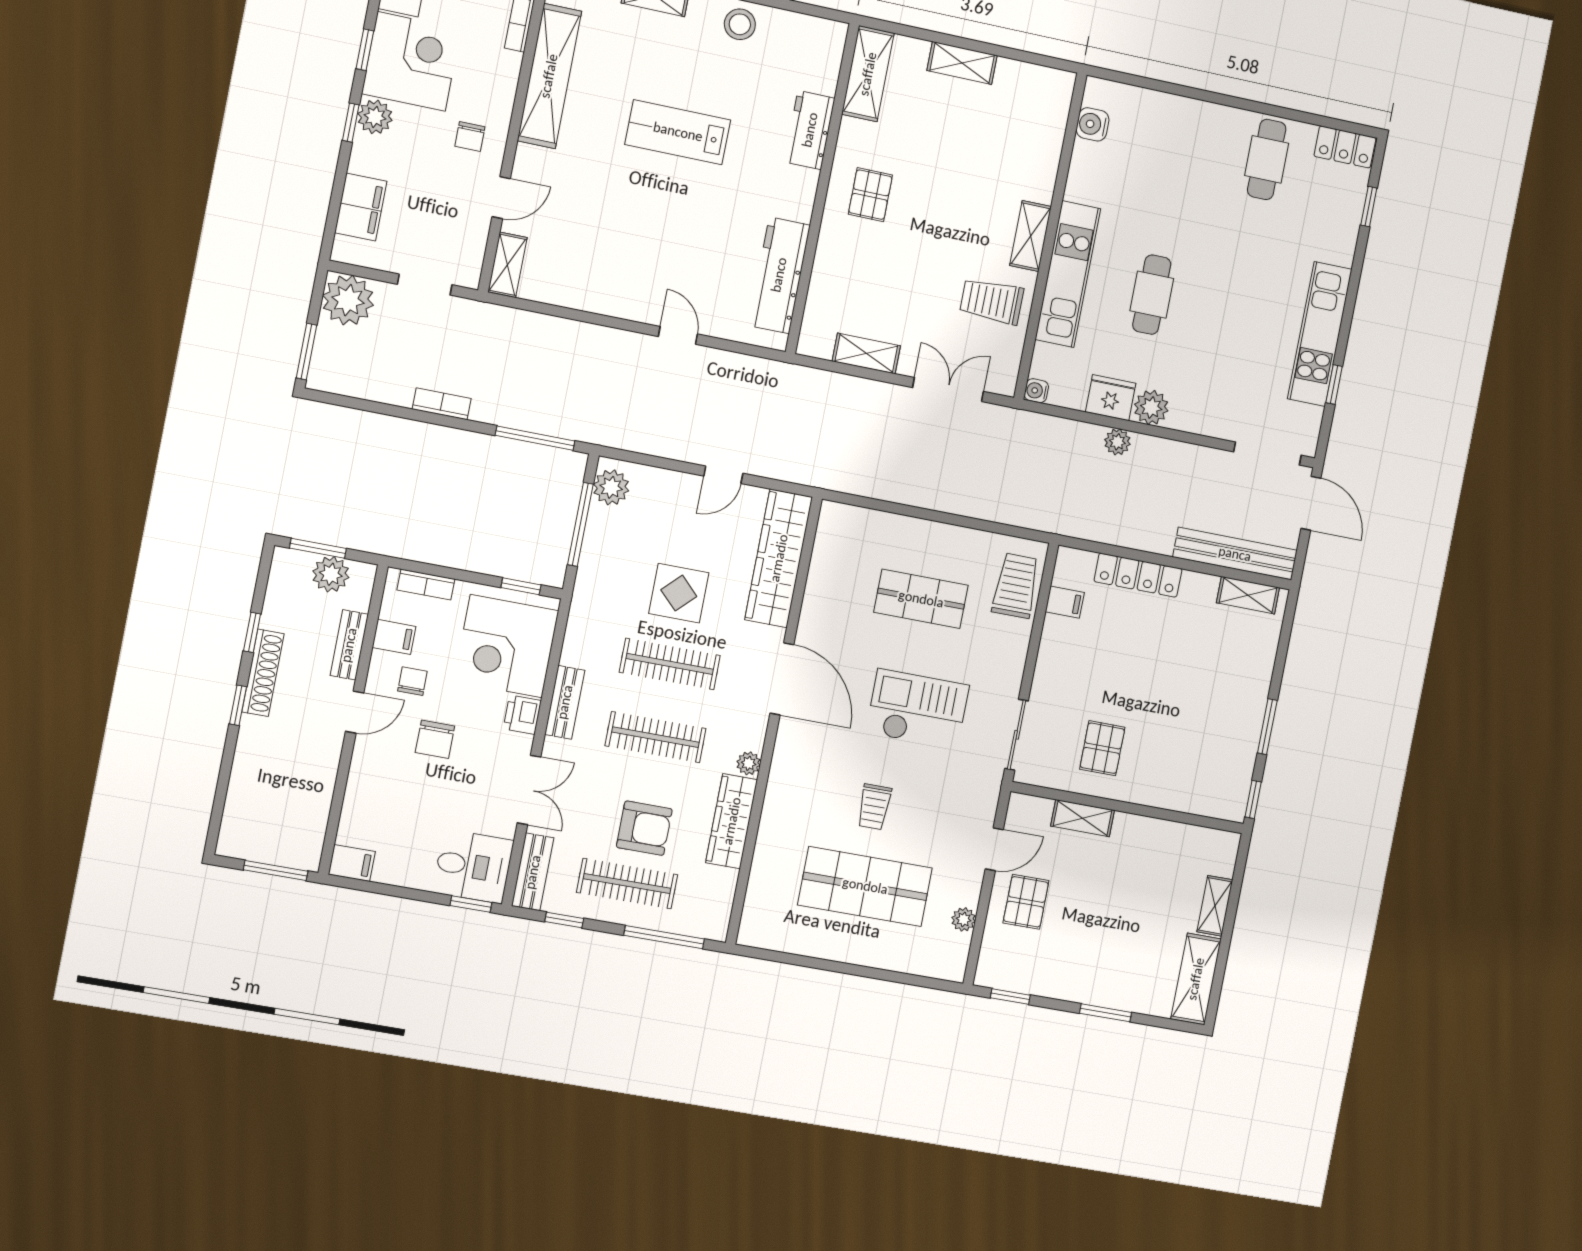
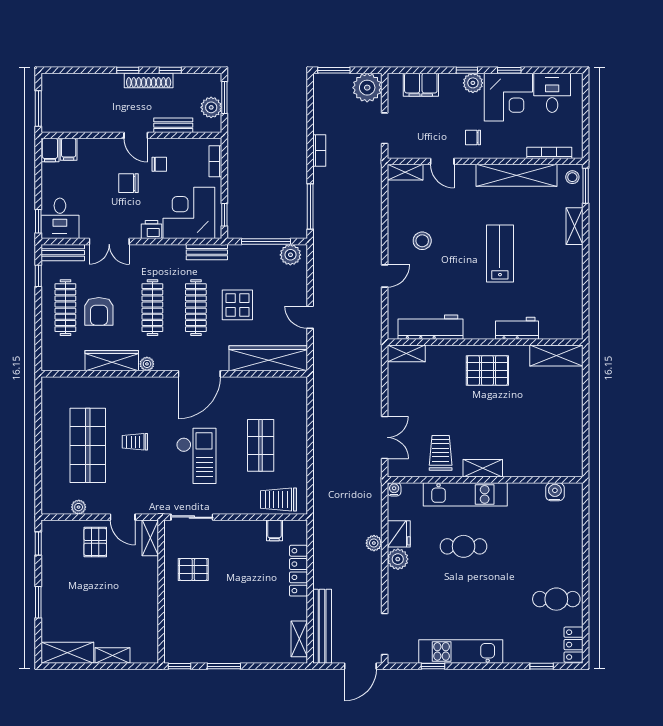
stool: (740, 24) -> (422, 241), moved
shelving: (962, 63) -> (574, 409), removed
pallet: (870, 195) -> (487, 370), width x1.50, depth x1.42
shelving: (866, 353) -> (406, 353), moved, turned 90
trolley: (1016, 586) -> (279, 500), turned 180
filing cabinet: (394, 637) -> (69, 149), moved
bench: (565, 702) -> (207, 252), moved
shelving: (1083, 818) -> (150, 538), moved
pallet: (1026, 902) -> (95, 542), turned 90
window: (664, 937) -> (38, 335), removed

